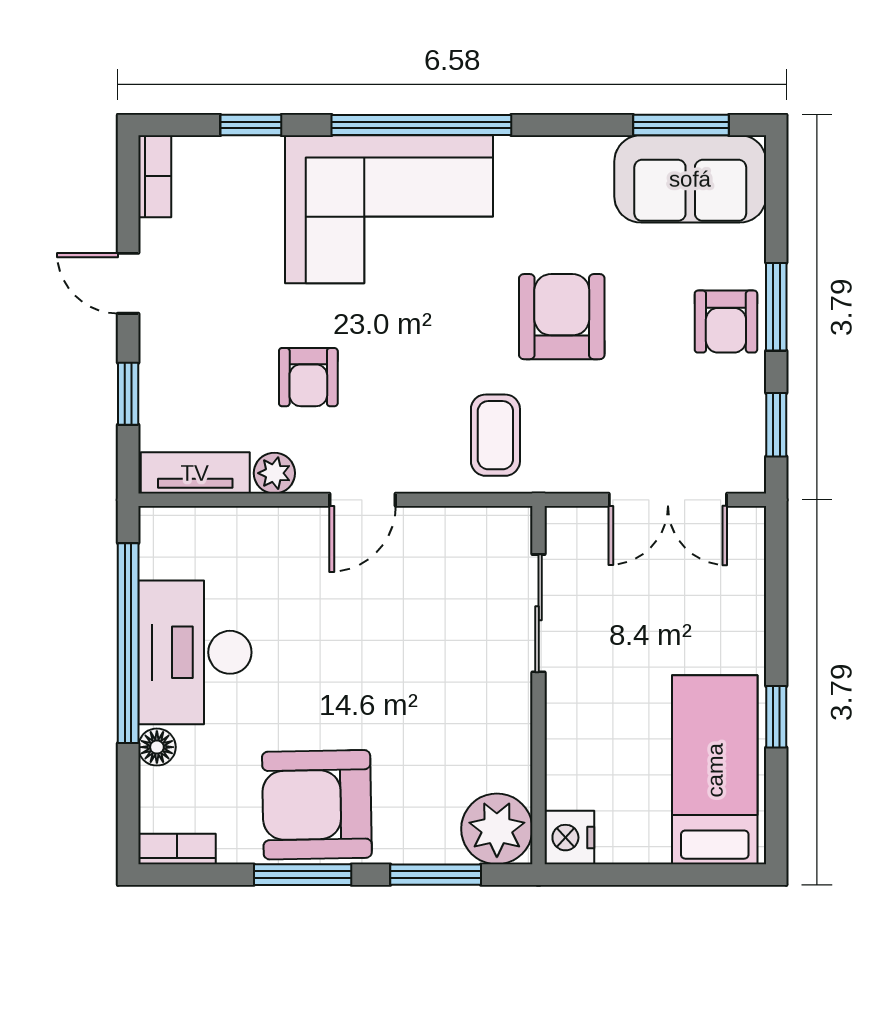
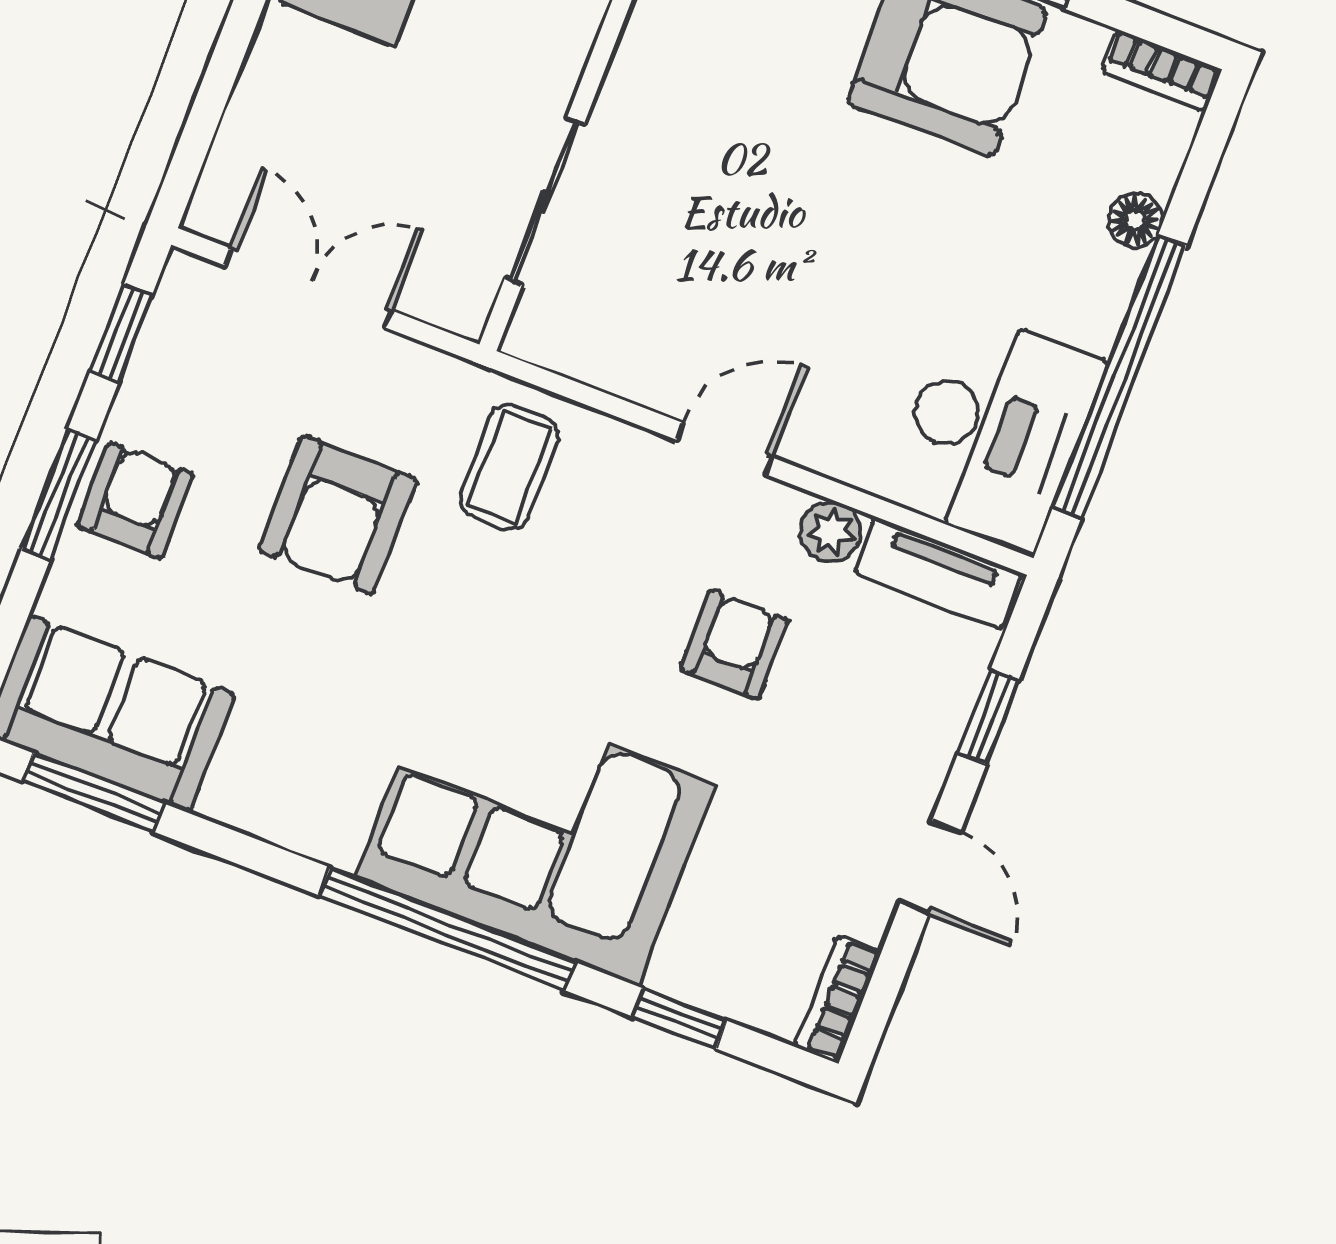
armchair: (562, 317) -> (338, 515), moved
desk: (195, 652) -> (994, 430), moved

